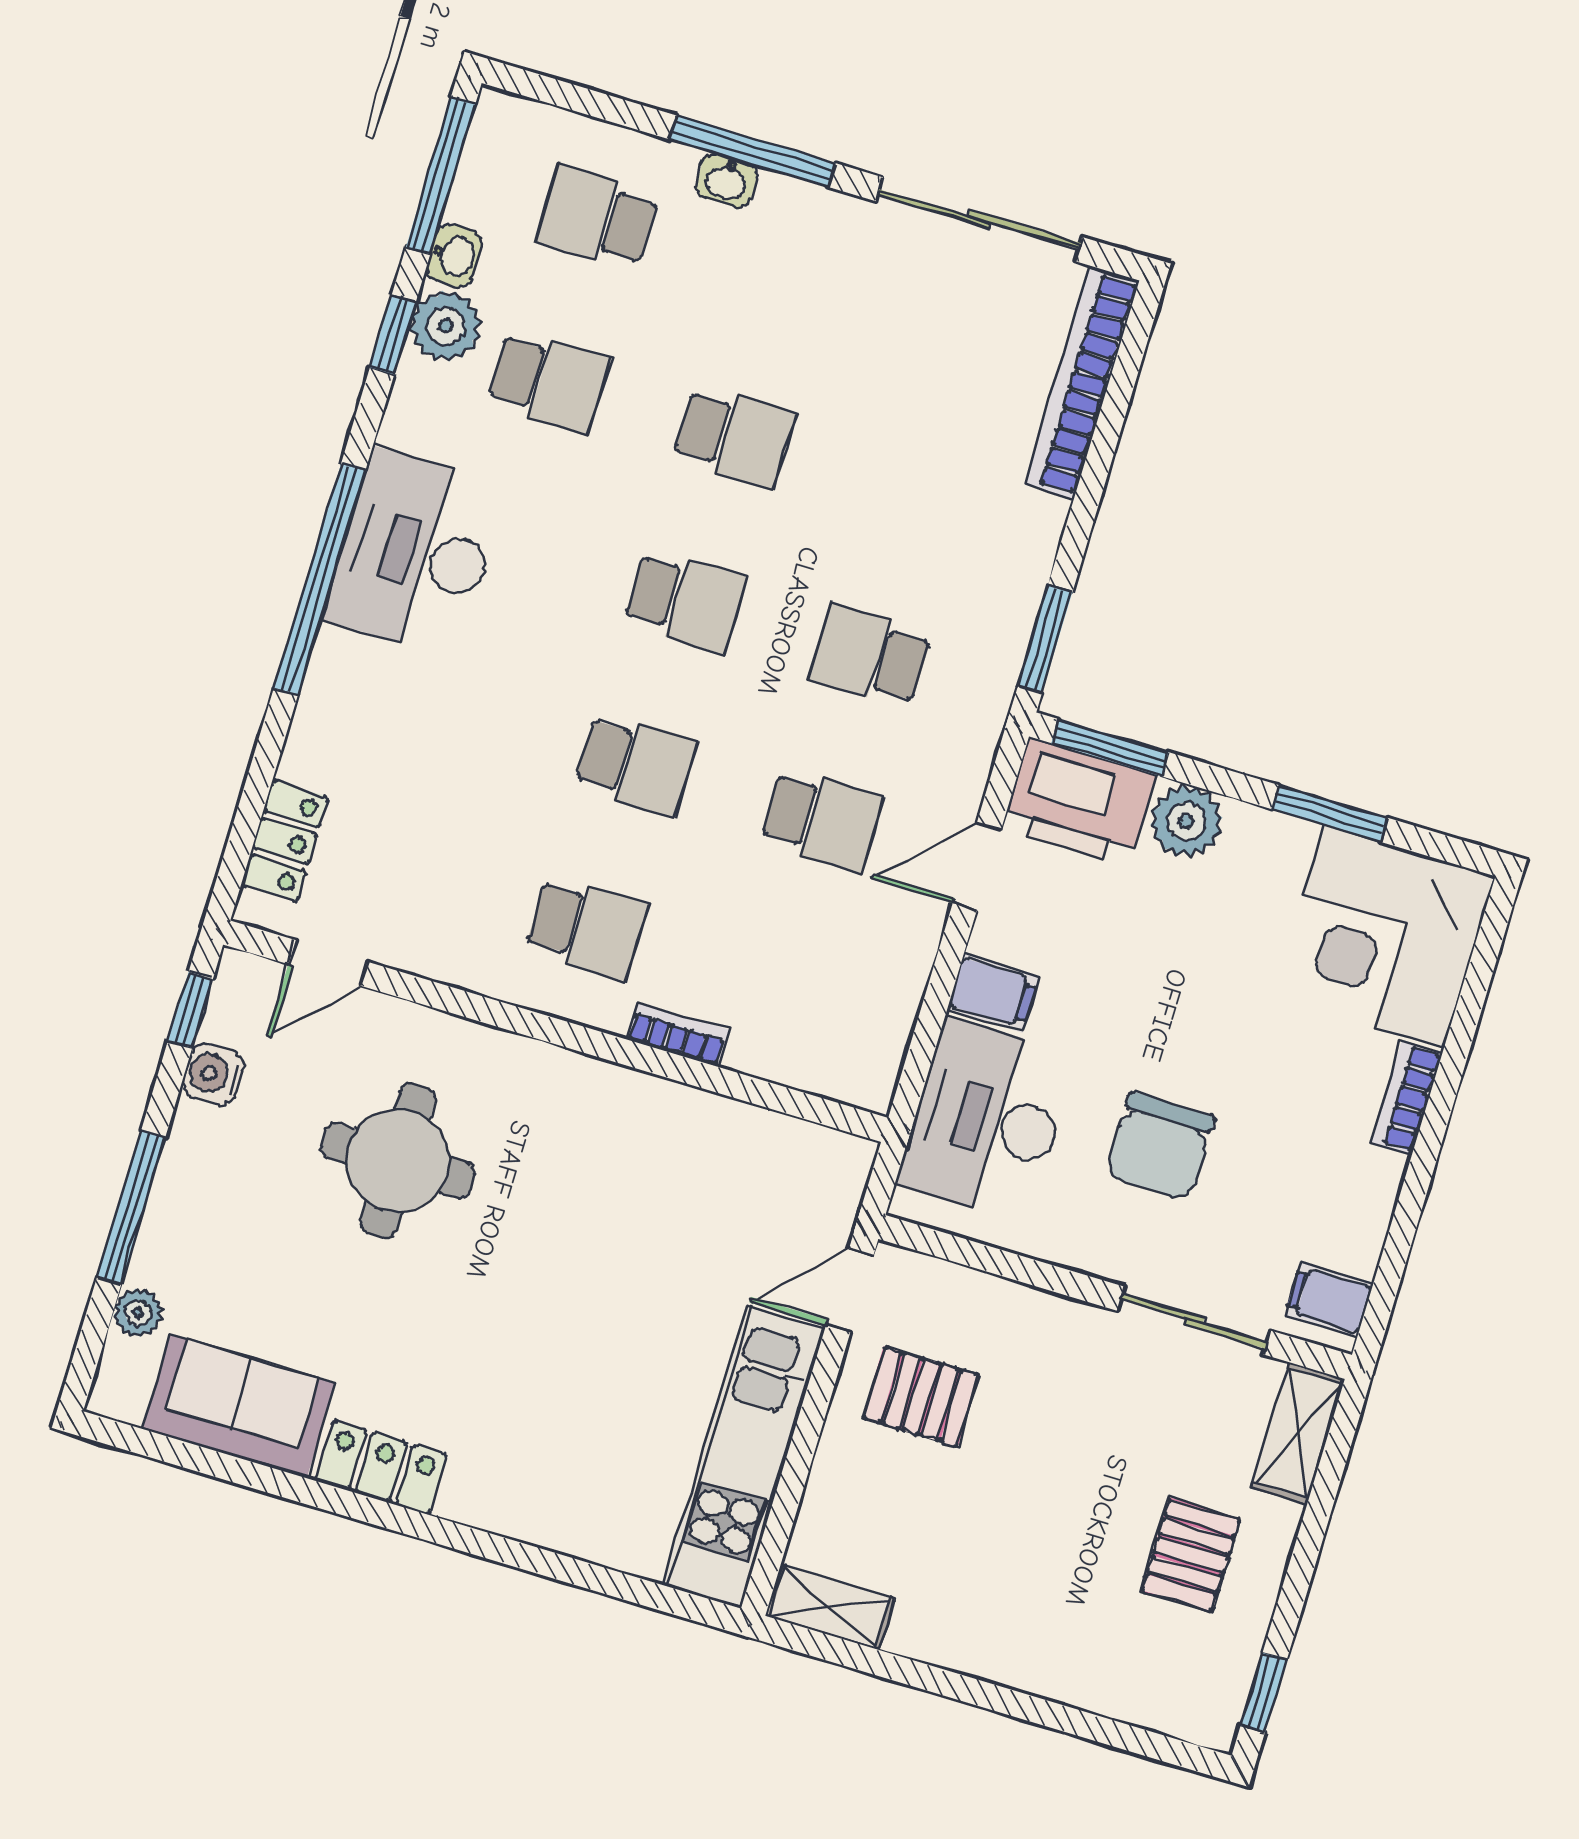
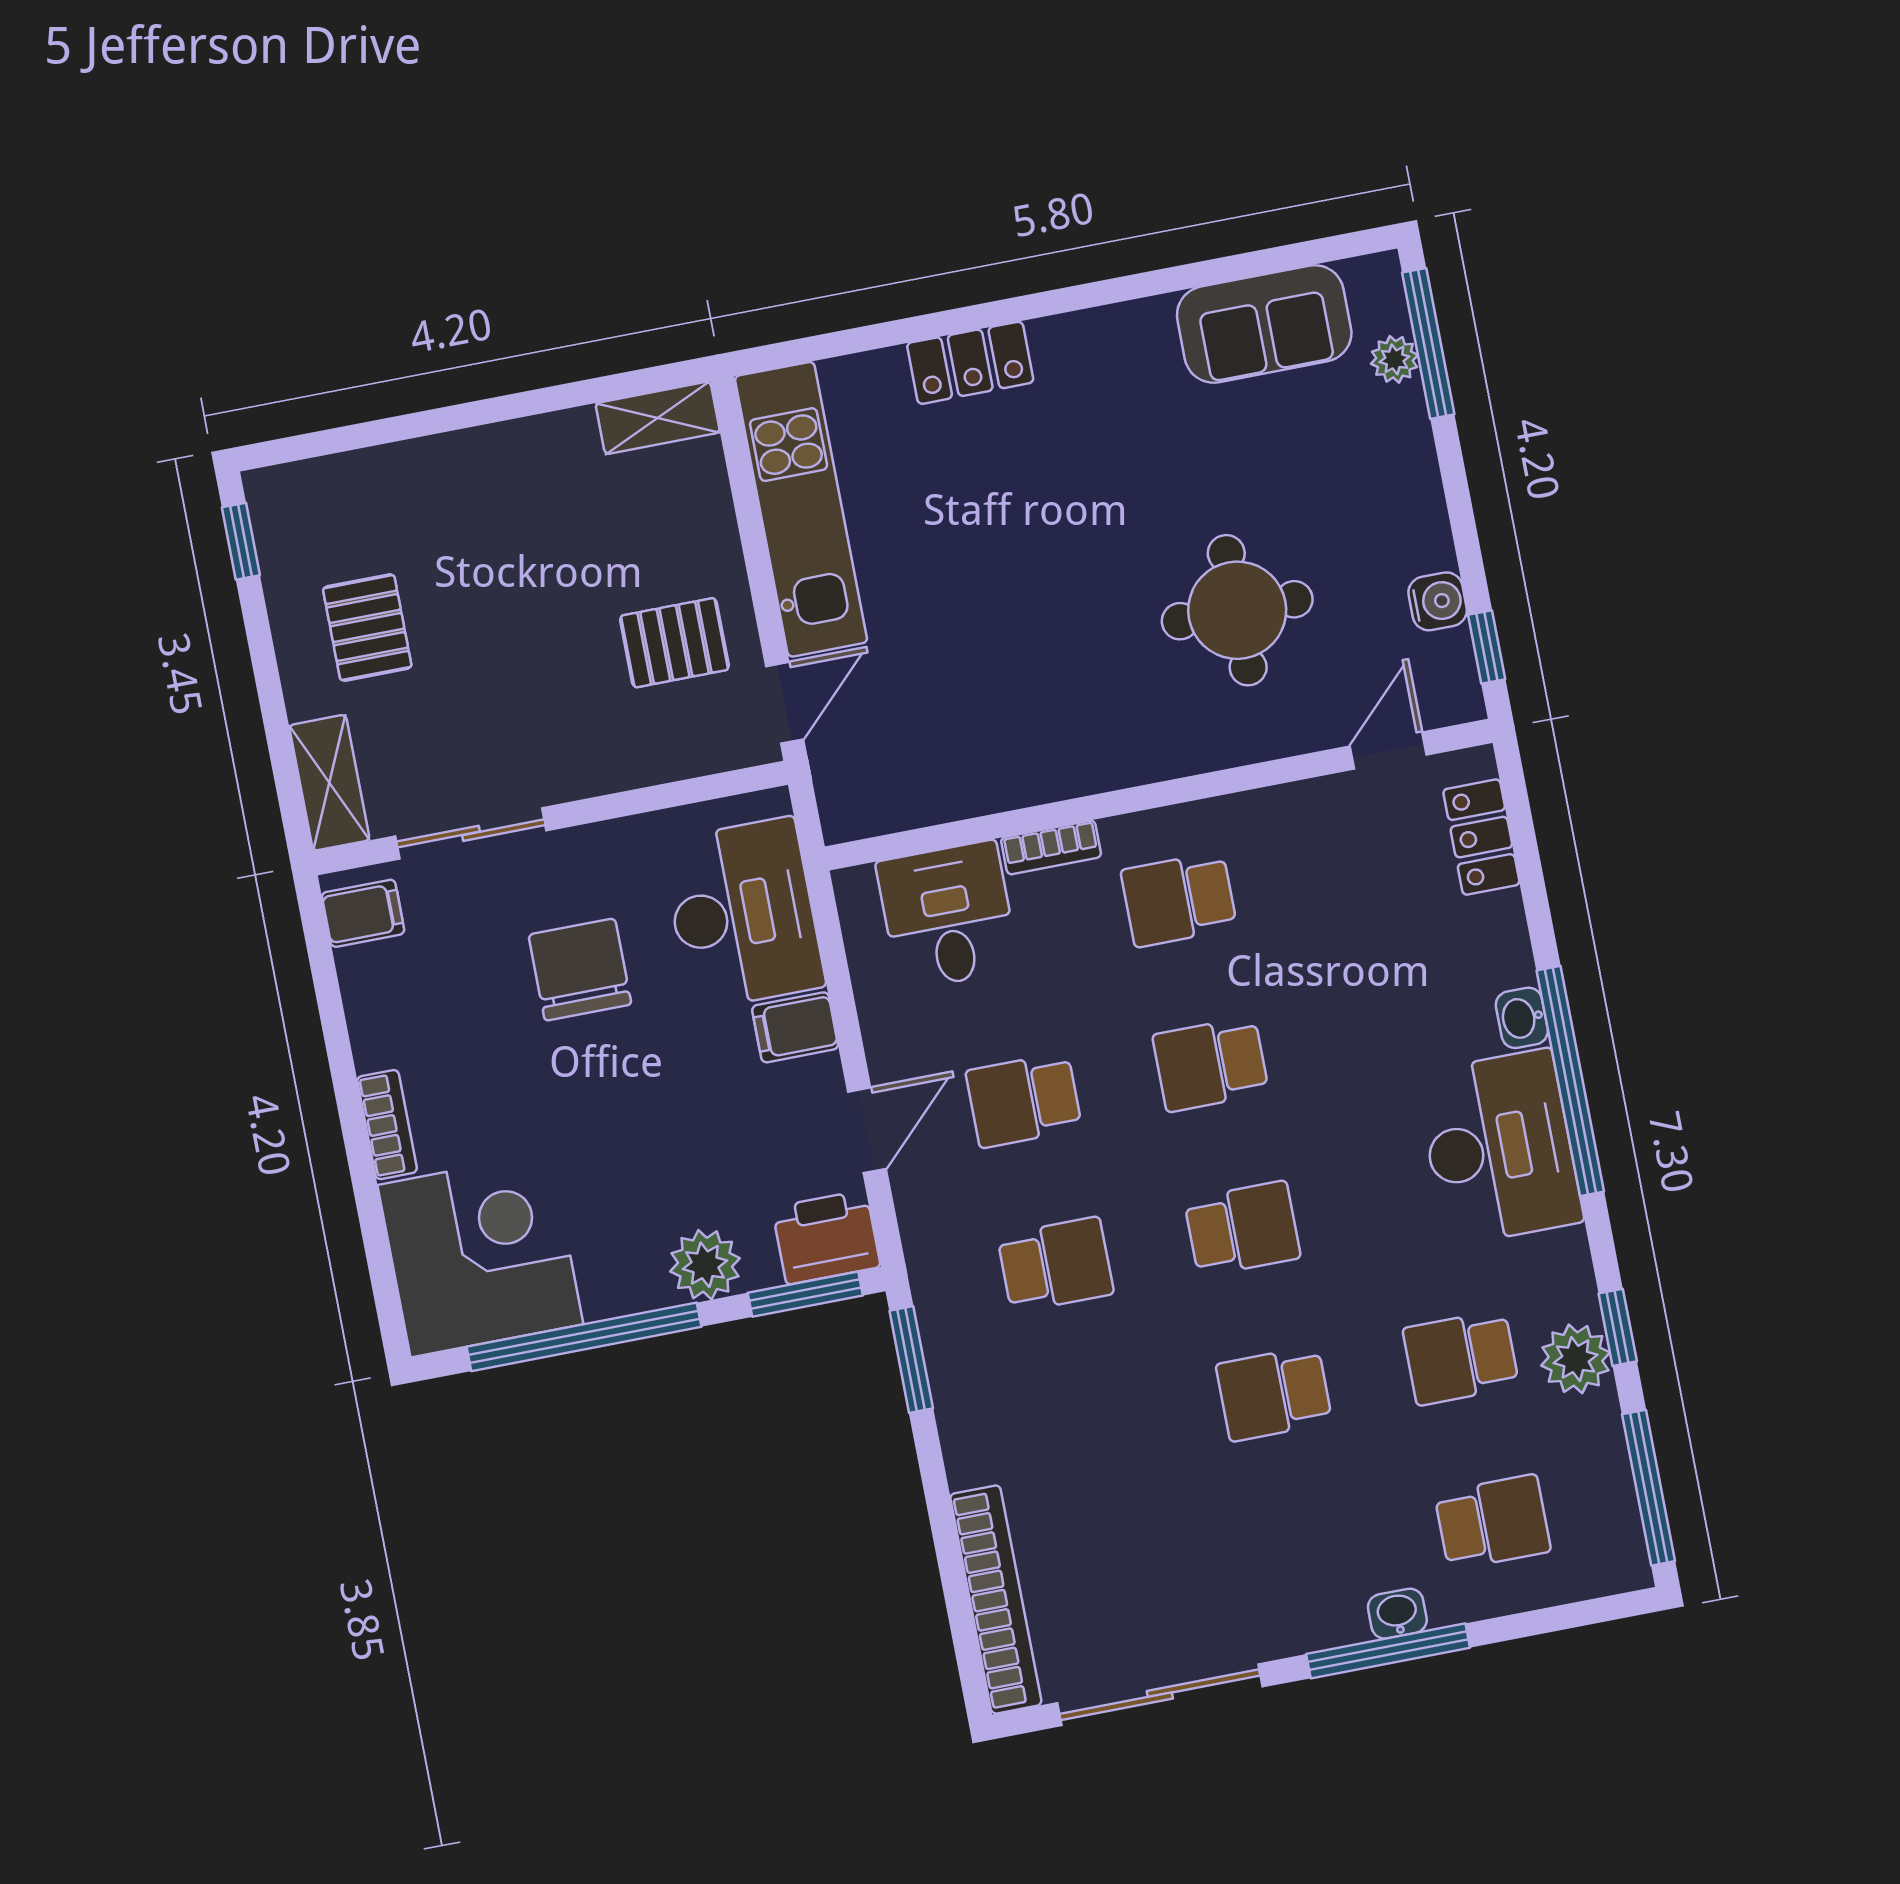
washbasin: (454, 256) -> (1522, 1018), moved
school desk: (685, 601) -> (1242, 1229), turned 180
printer: (1079, 802) -> (826, 1237), width x0.73, depth x0.84
window: (1329, 813) -> (584, 1337), width x2.11
desk: (803, 1022) -> (948, 916), added
window: (131, 1207) -> (1428, 343), moved
locker: (381, 1467) -> (970, 363), moved

